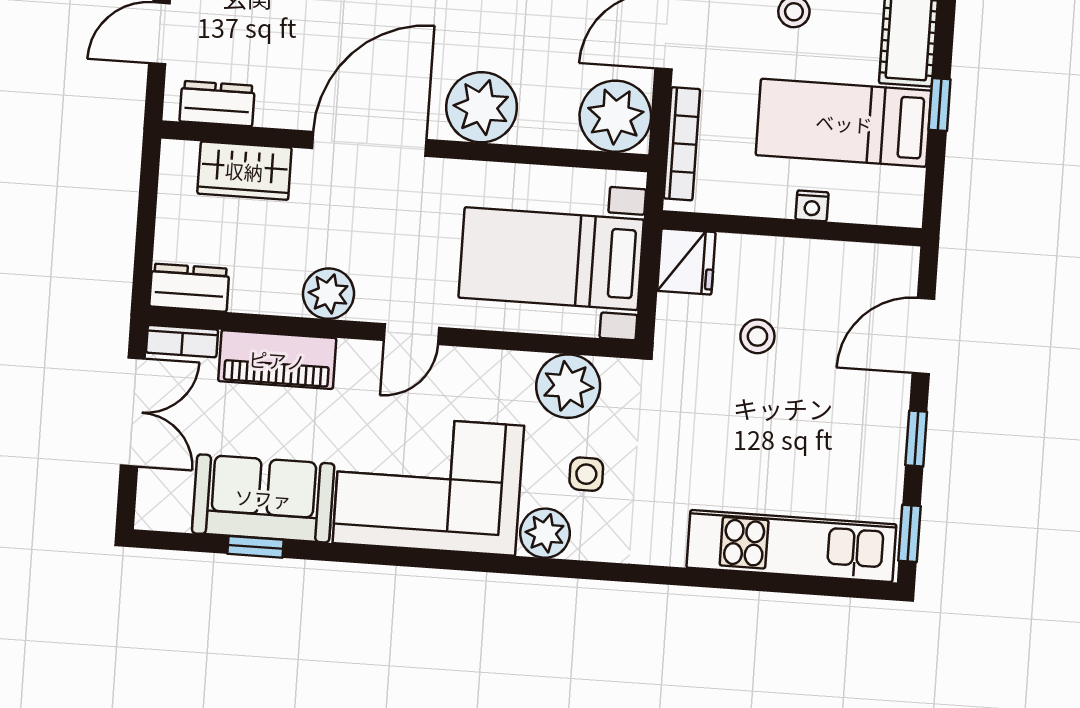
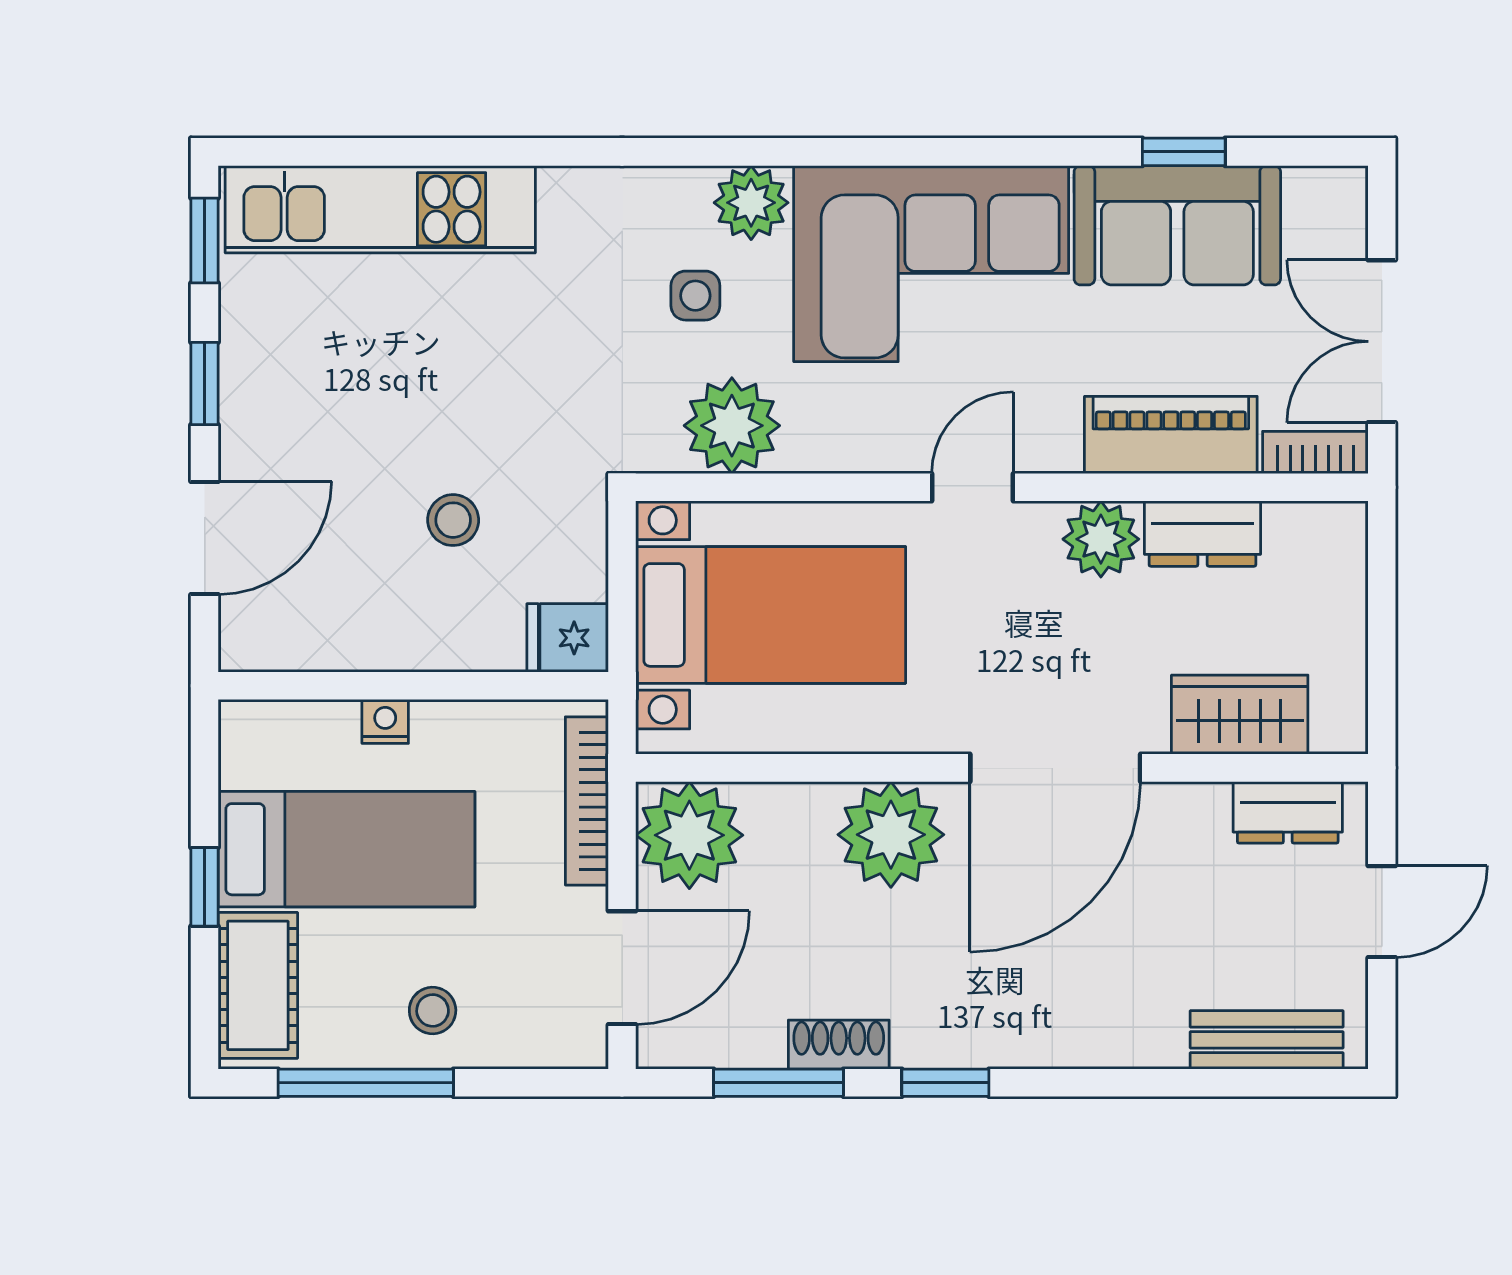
fridge: (686, 262) -> (568, 638), width x0.72
dresser: (189, 288) -> (1202, 534), moved

